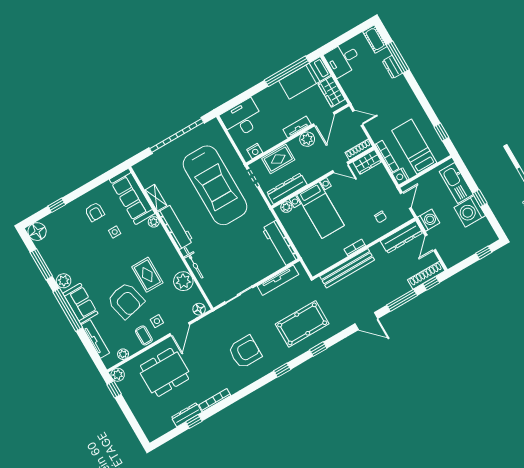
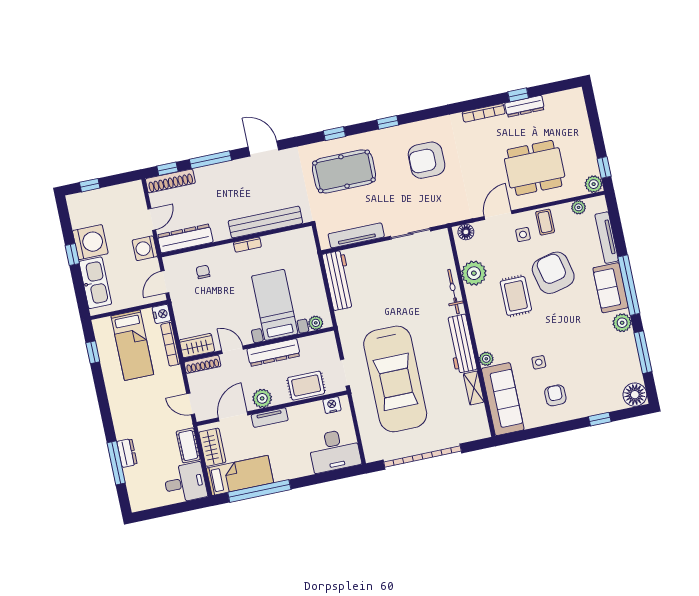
cot: (375, 39) -> (188, 445), moved
car: (215, 185) -> (395, 379), turned 180
dresser: (287, 189) -> (273, 352), moved

